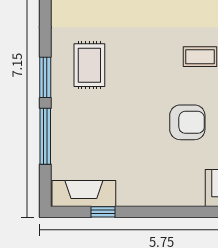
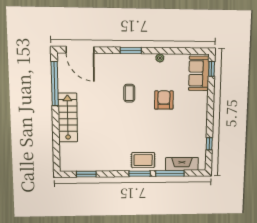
rug: (89, 65) -> (143, 160), moved
fireplace: (84, 193) -> (182, 164), moved, turned 90

